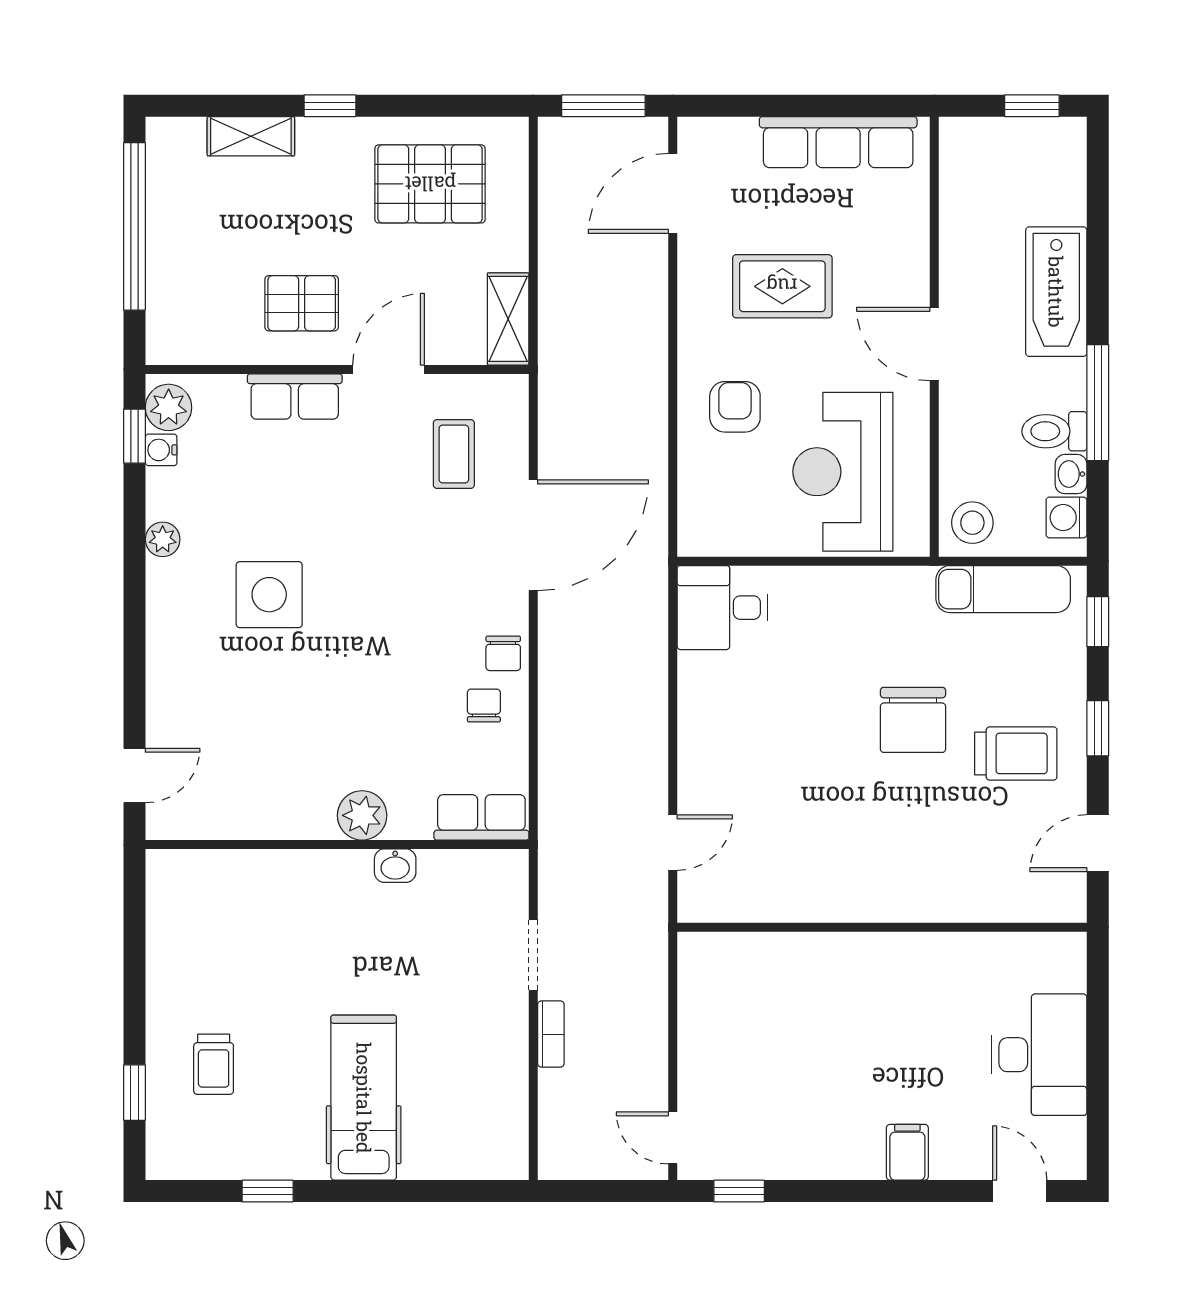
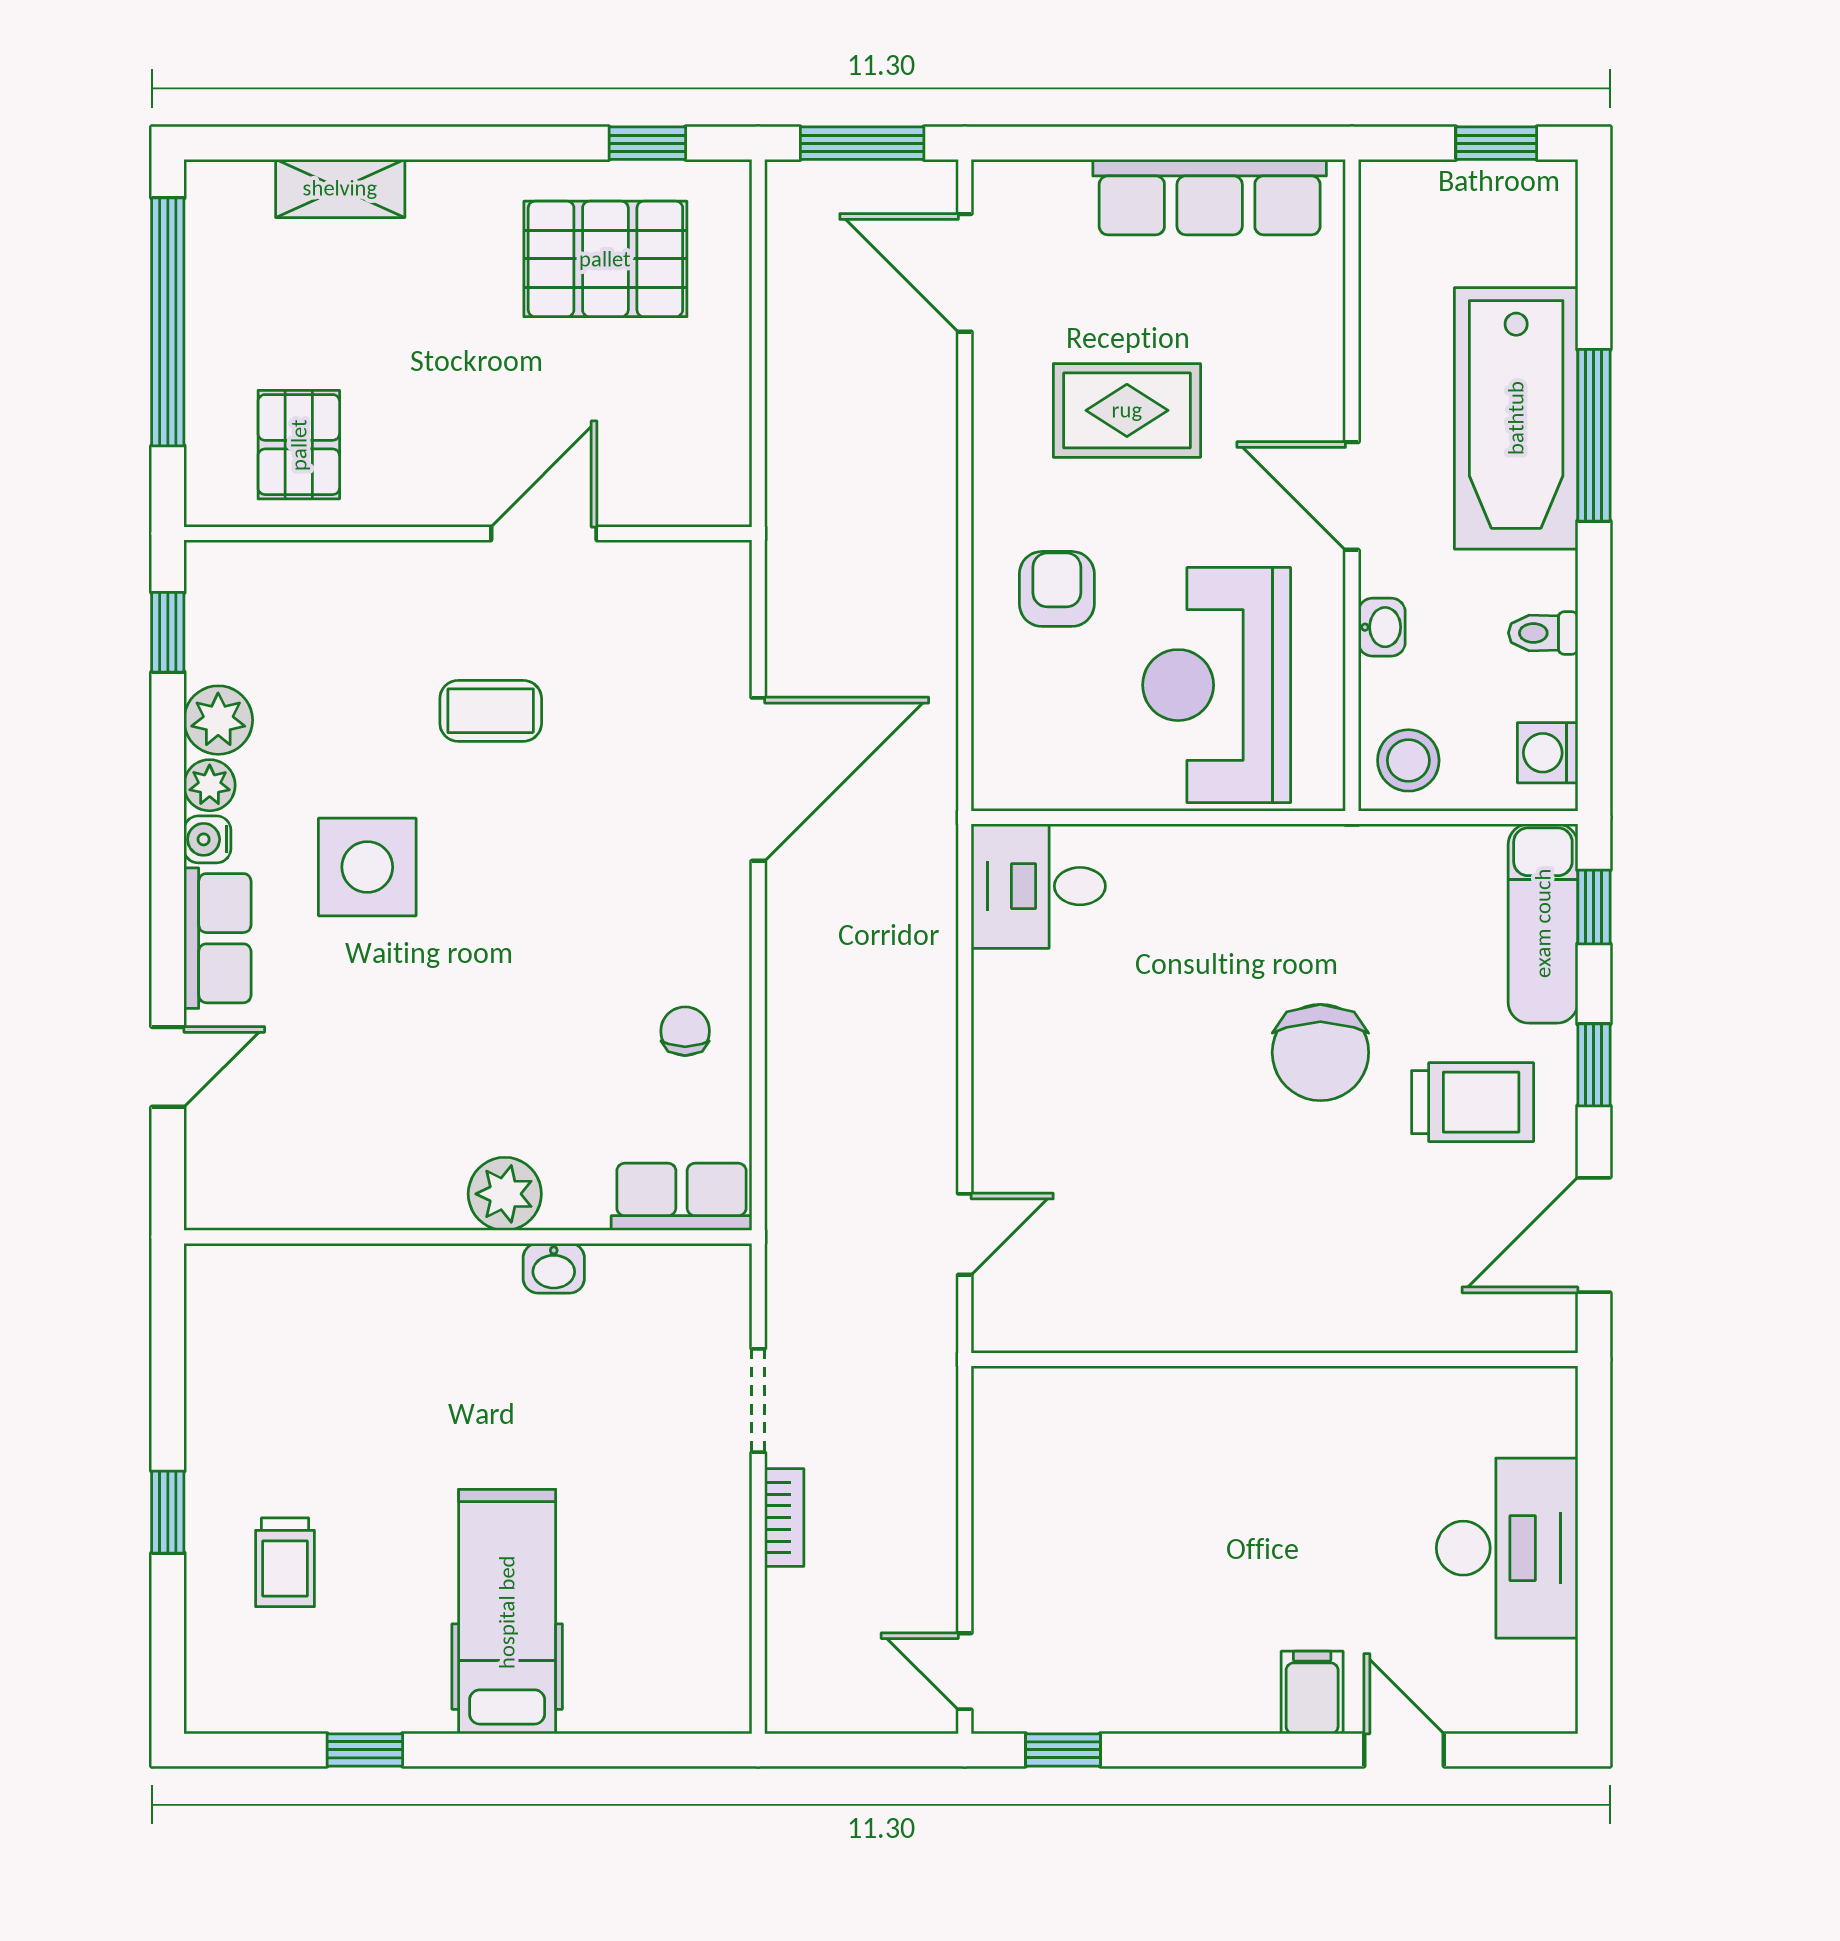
window: (330, 106) -> (647, 143), moved
door: (673, 193) -> (965, 273), hinge flipped
bathtub: (1056, 292) -> (1516, 418), width x1.36, depth x1.36
pallet: (302, 303) -> (299, 445), moved, turned 90
shelving: (508, 319) -> (721, 459), removed
row of seats: (295, 396) -> (218, 938), moved, turned -90
window: (1098, 403) -> (1594, 435), moved
plant: (169, 407) -> (218, 720), moved
toilet: (1054, 431) -> (1543, 633), width x0.73, depth x0.72
water cooler: (161, 450) -> (207, 839), moved
coffee table: (454, 454) -> (491, 711), moved, turned 90
washbasin: (1071, 474) -> (1382, 627), moved, turned 180
exam couch: (1003, 589) -> (1543, 923), moved, turned 90
chair: (503, 653) -> (714, 954), removed
door: (134, 776) -> (168, 1067), moved
door: (1098, 843) -> (1594, 1235), width x1.38
window: (134, 1093) -> (168, 1512), moved
door: (1020, 1191) -> (1404, 1750), moved

